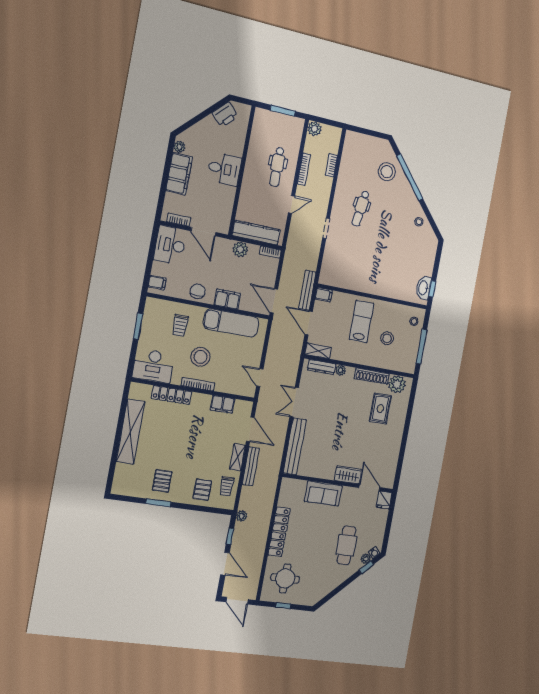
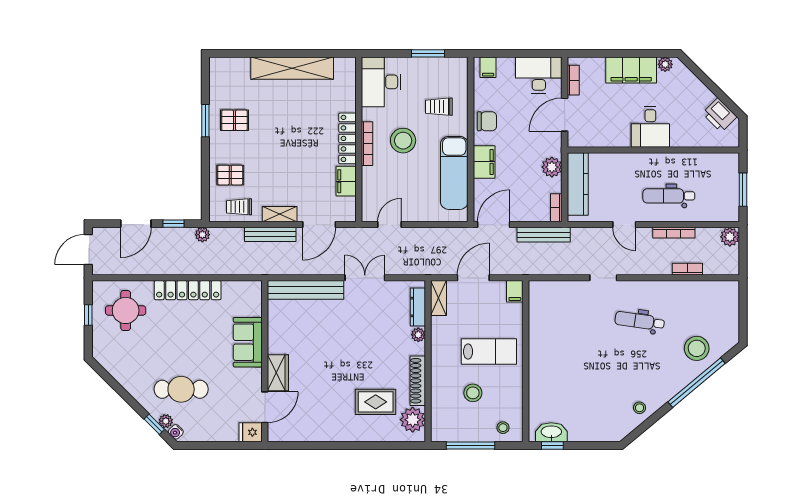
bench: (307, 290) -> (544, 235), moved
locker: (171, 395) -> (347, 138), moved

